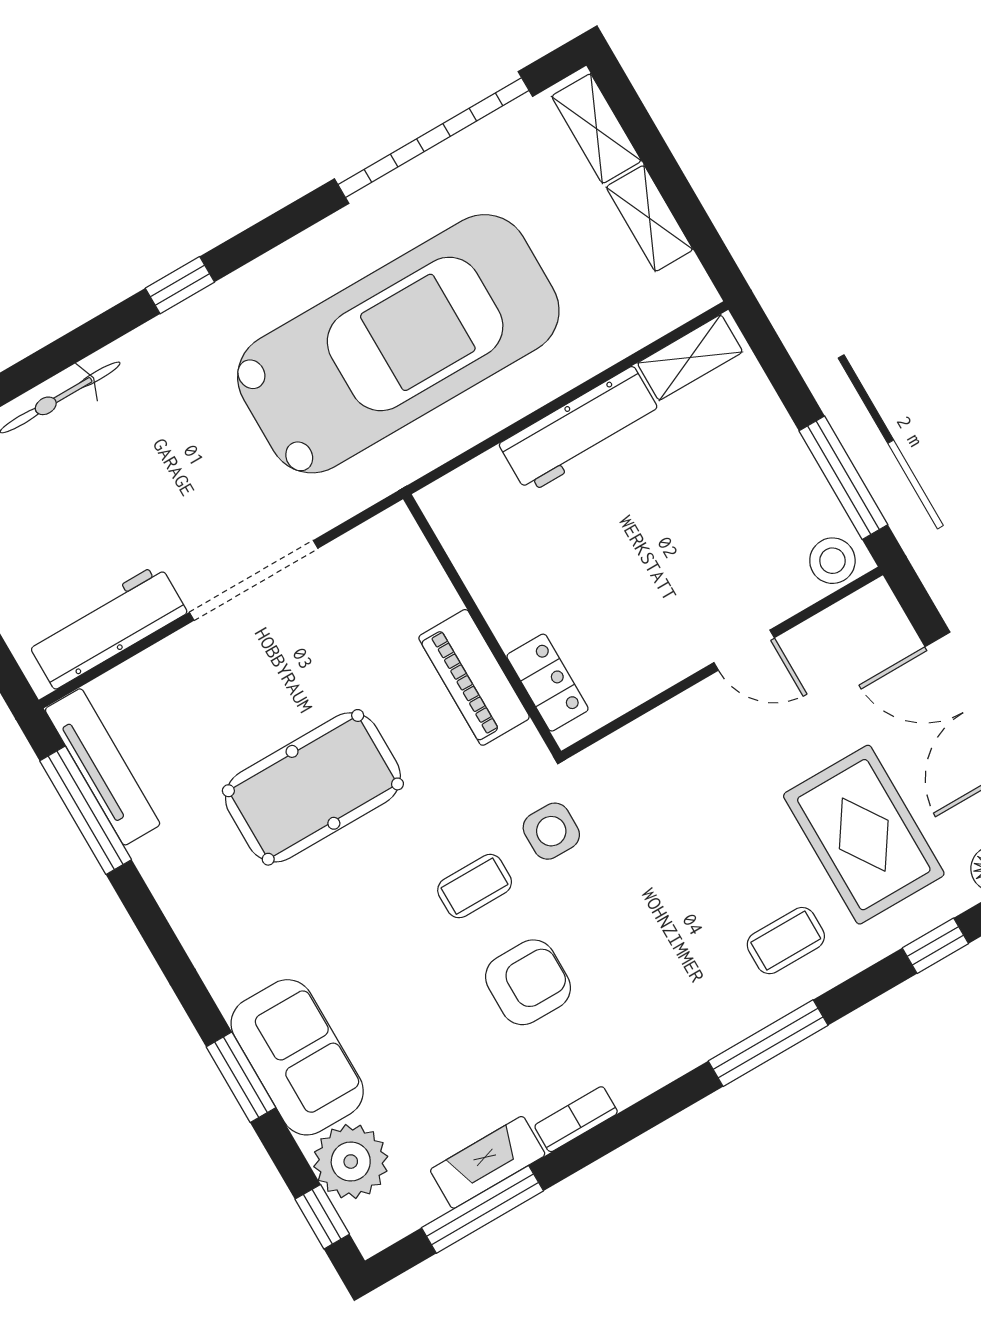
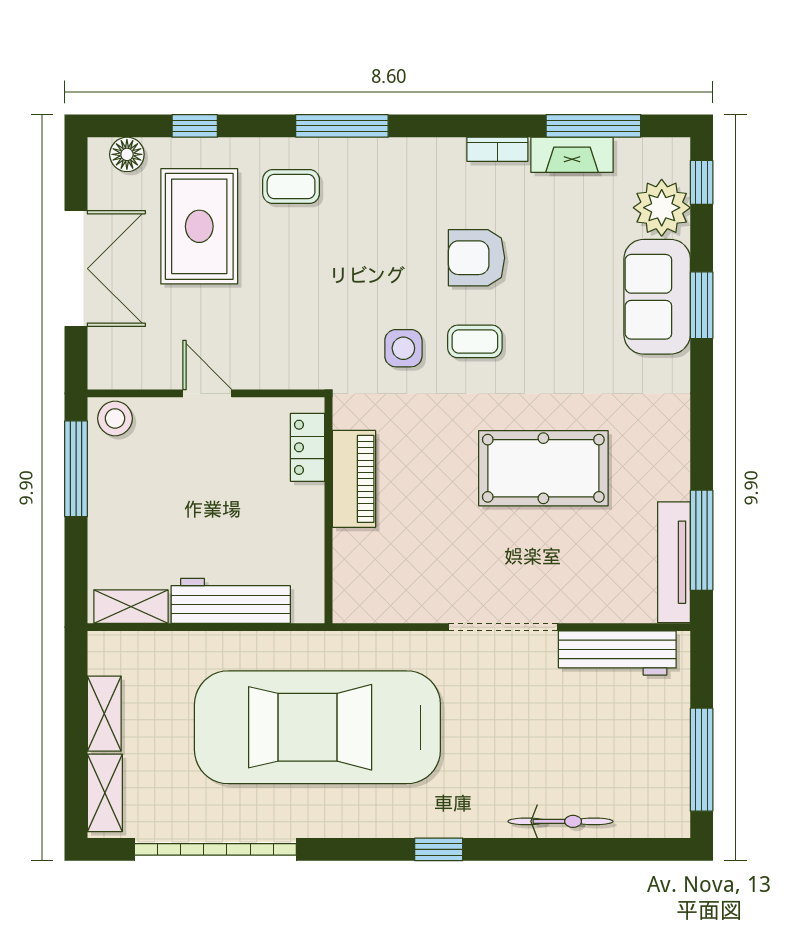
wall: (482, 625) -> (329, 510), moved
piano: (474, 677) -> (354, 479), moved
locker: (548, 683) -> (308, 447), moved

